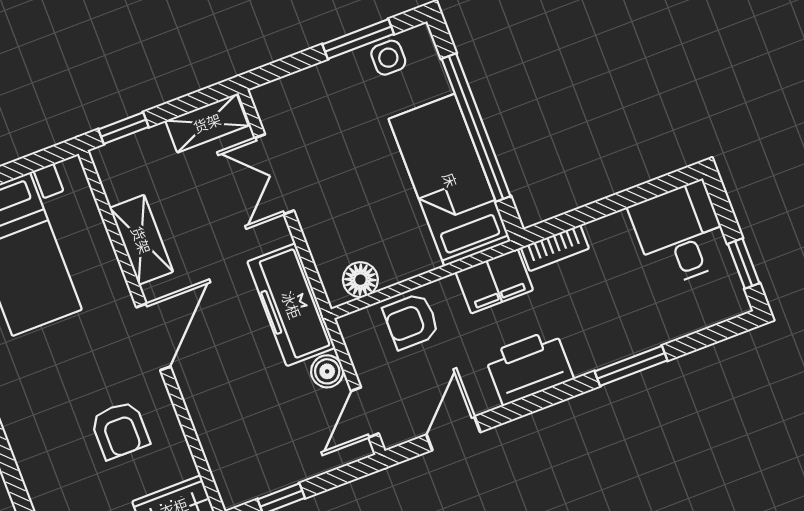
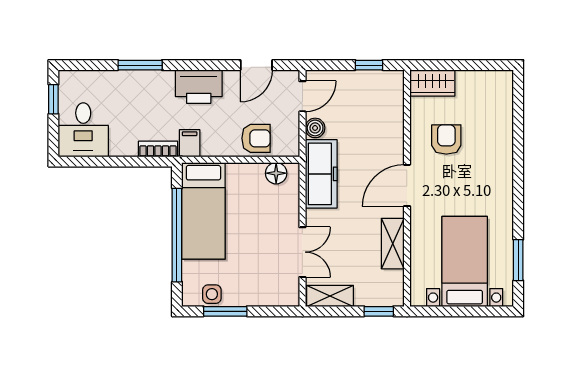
filing cabinet: (494, 281) -> (190, 143), width x0.50

